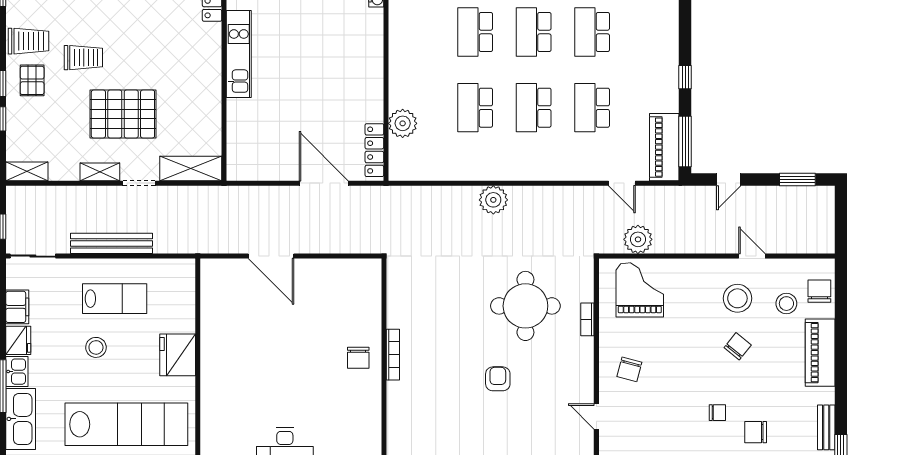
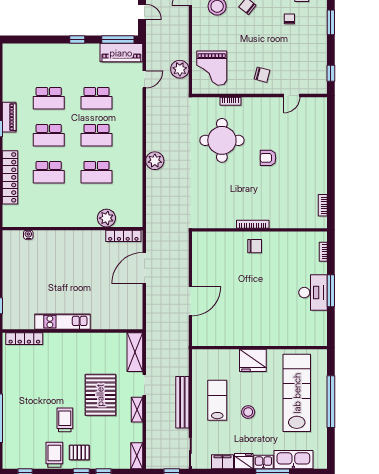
grand piano: (640, 290) -> (212, 68), turned -90

